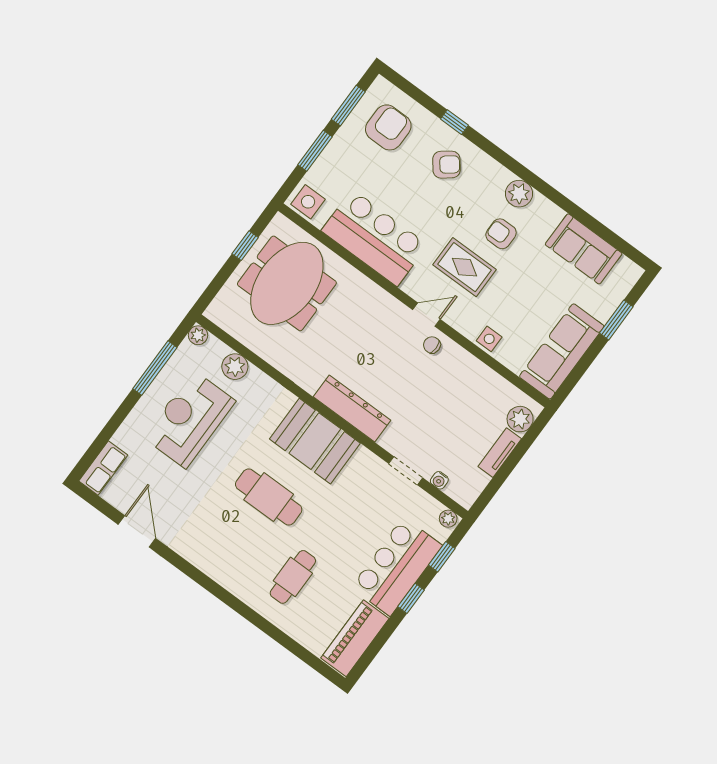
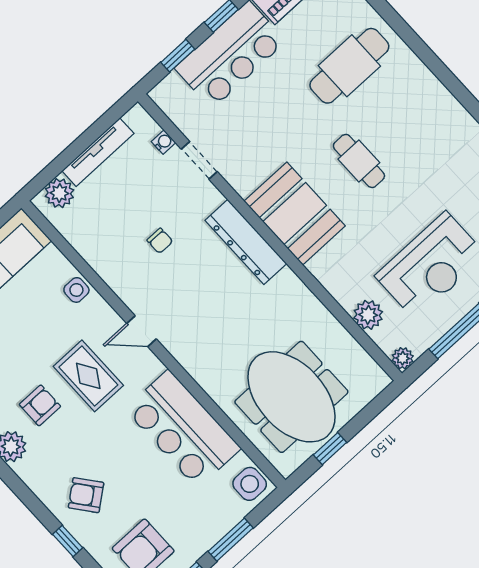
armchair: (501, 234) -> (40, 405), turned -90
meeting table: (287, 283) -> (291, 397), turned 90
chair: (432, 345) -> (160, 241), moved
tv unit: (500, 453) -> (98, 152), width x1.41
cafe table: (269, 497) -> (359, 161), width x0.73, depth x0.74
plant: (448, 519) -> (162, 97), removed
cafe table: (293, 577) -> (349, 66), width x1.37, depth x1.35

